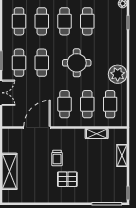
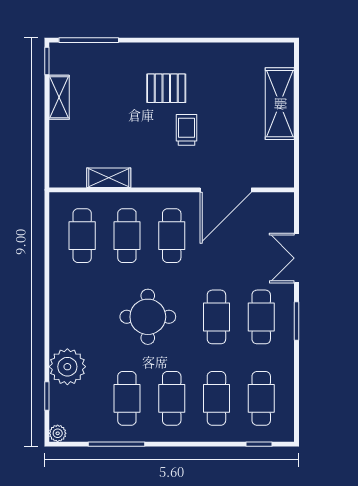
plant: (118, 74) -> (67, 367), moved
shelving: (122, 156) -> (59, 97), moved

